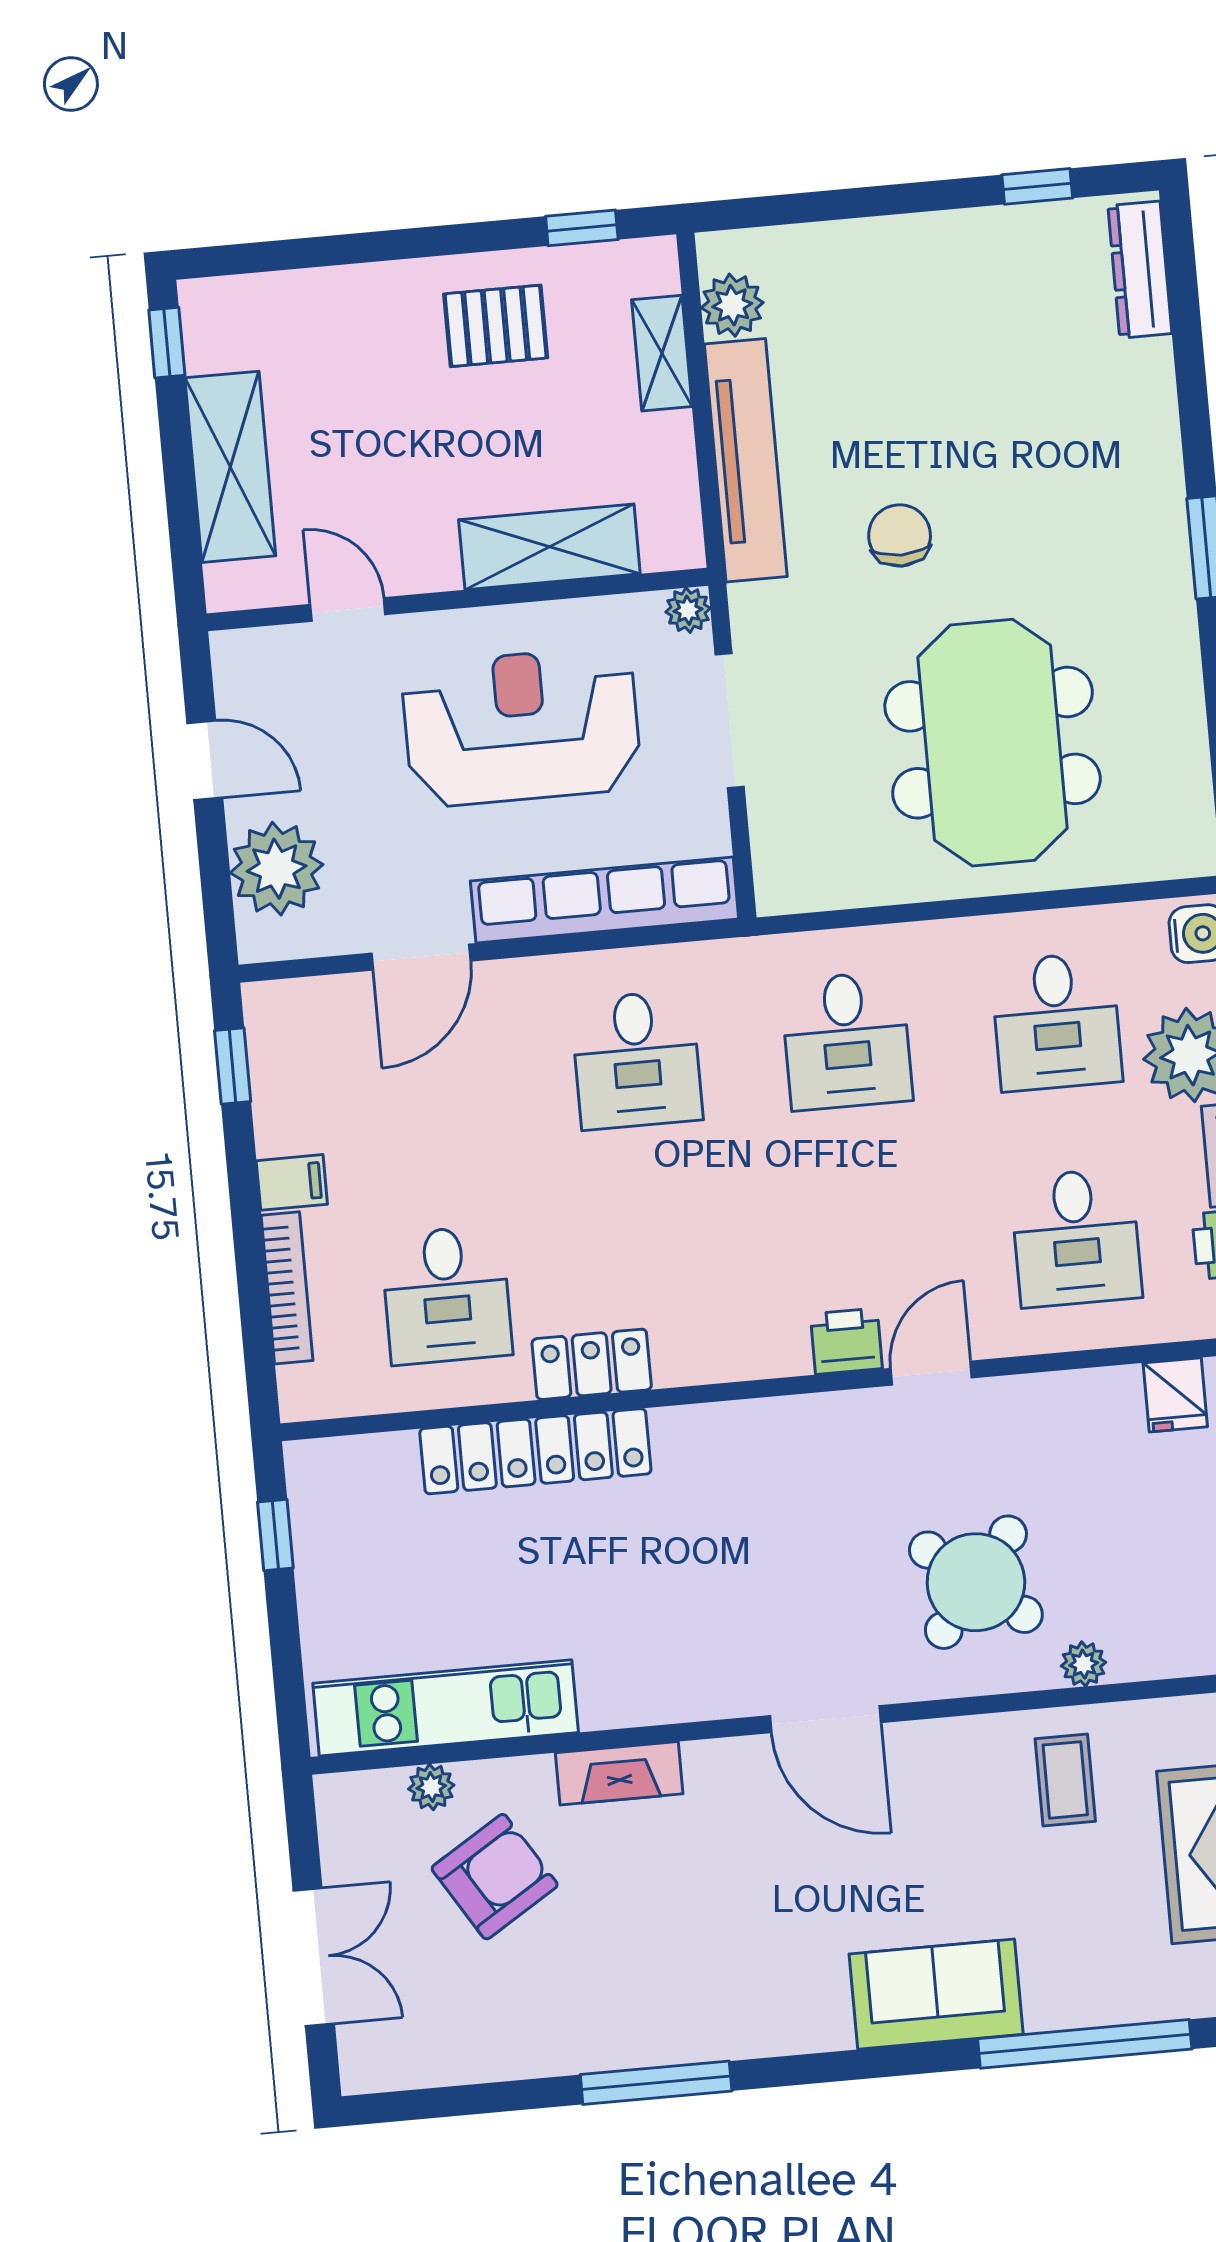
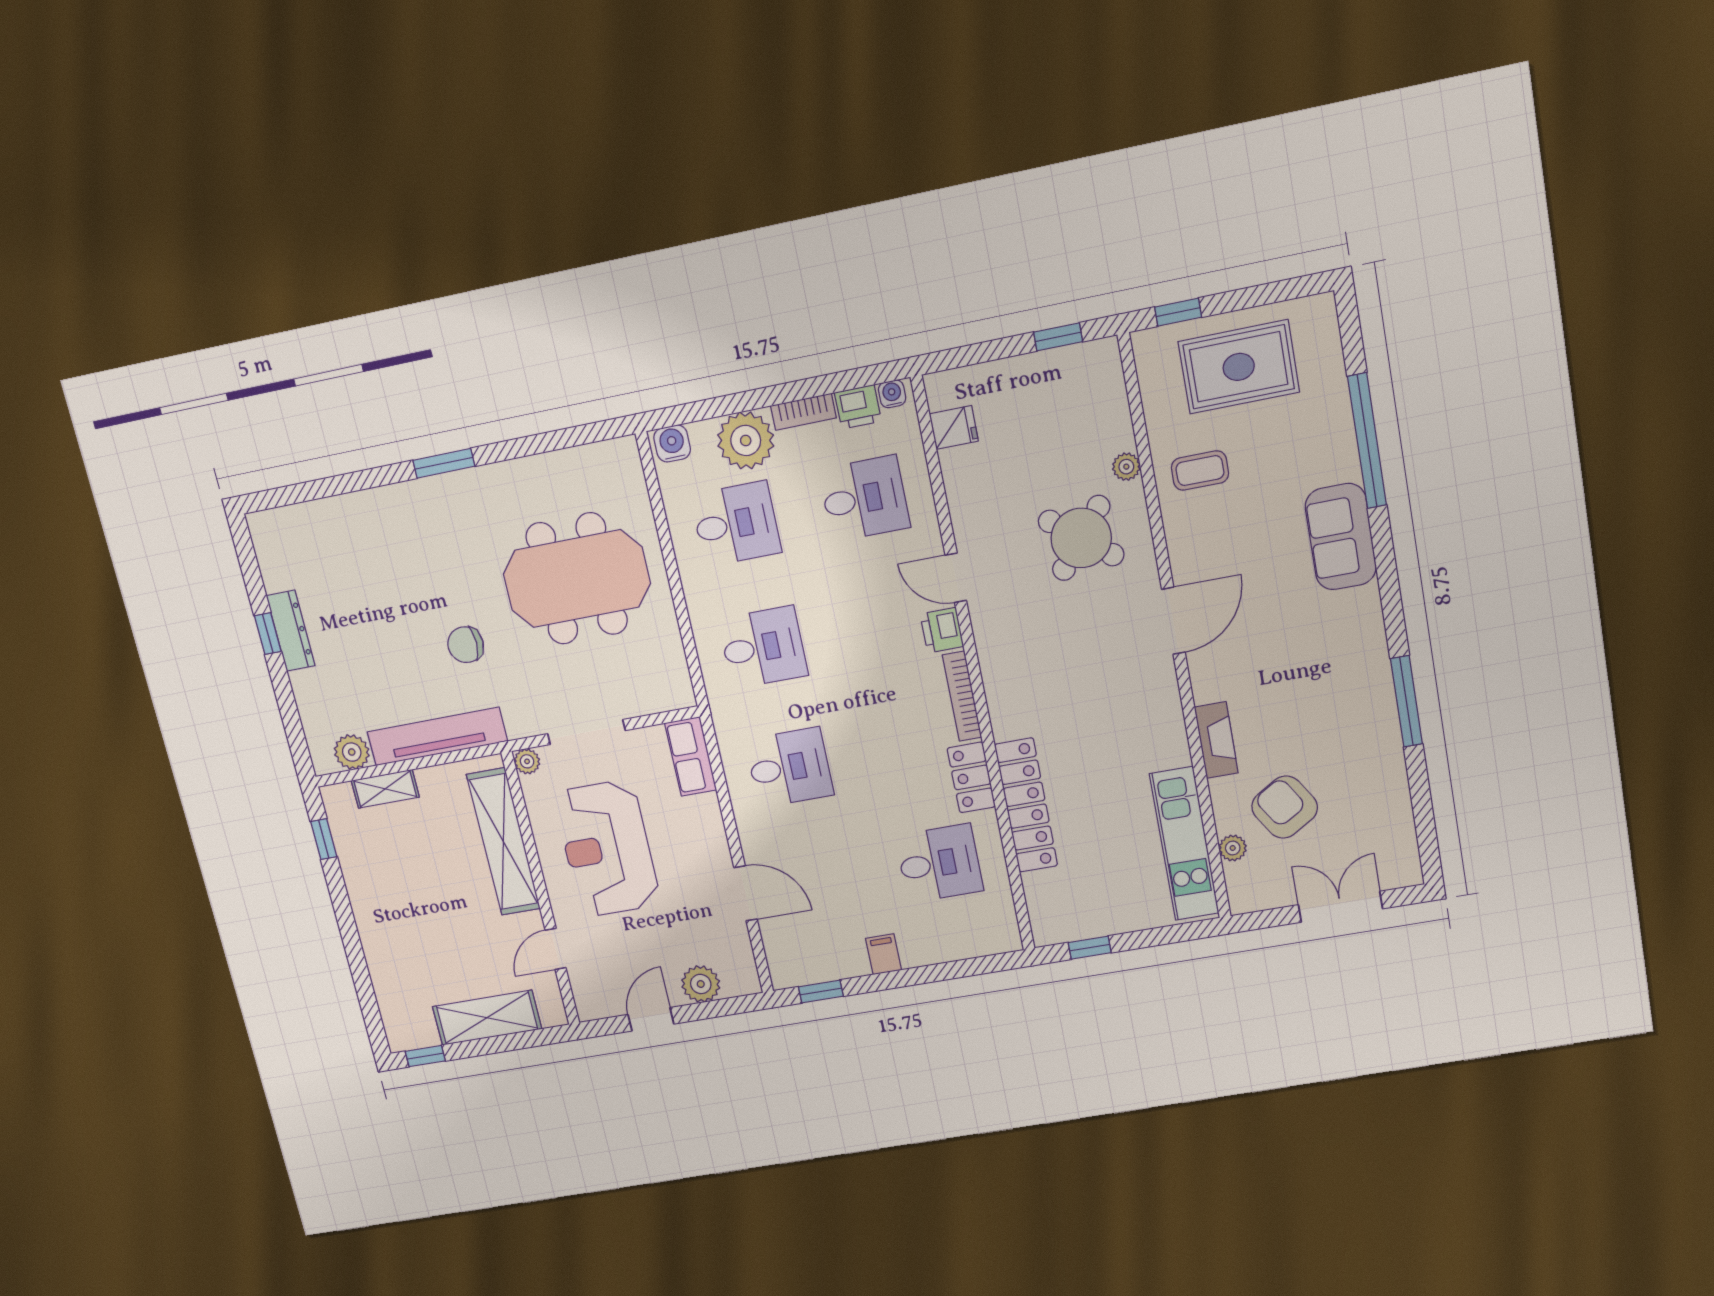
window: (1037, 186) -> (268, 634), moved
dresser: (1140, 270) -> (291, 631), moved, turned -90
pallet: (496, 326) -> (386, 882), removed
shelving: (549, 547) -> (503, 842), width x1.47
plant: (277, 869) -> (701, 984), width x0.73, depth x0.73
row of seats: (605, 900) -> (691, 757), width x0.50
bookcase: (287, 1288) -> (962, 696), moved, turned -90

